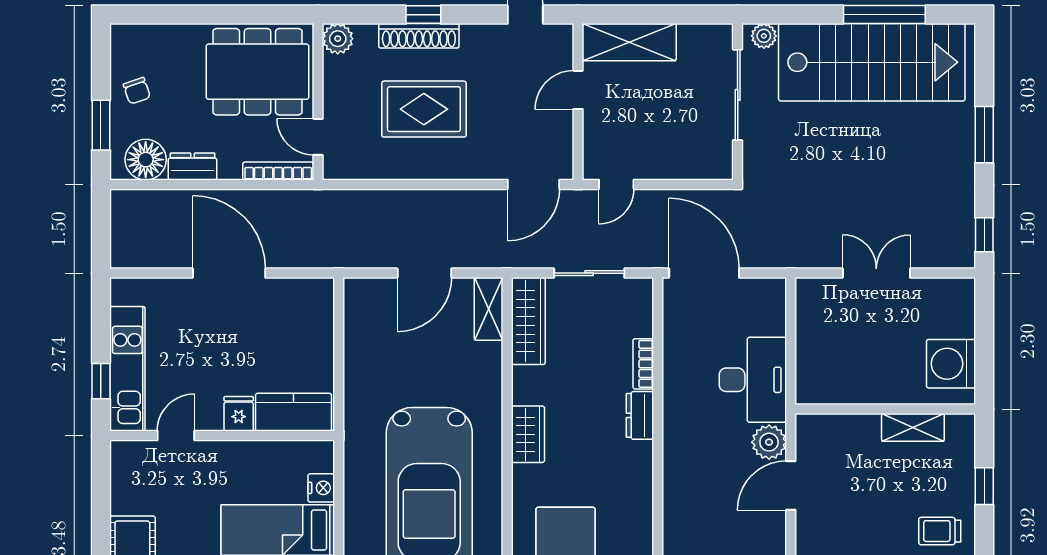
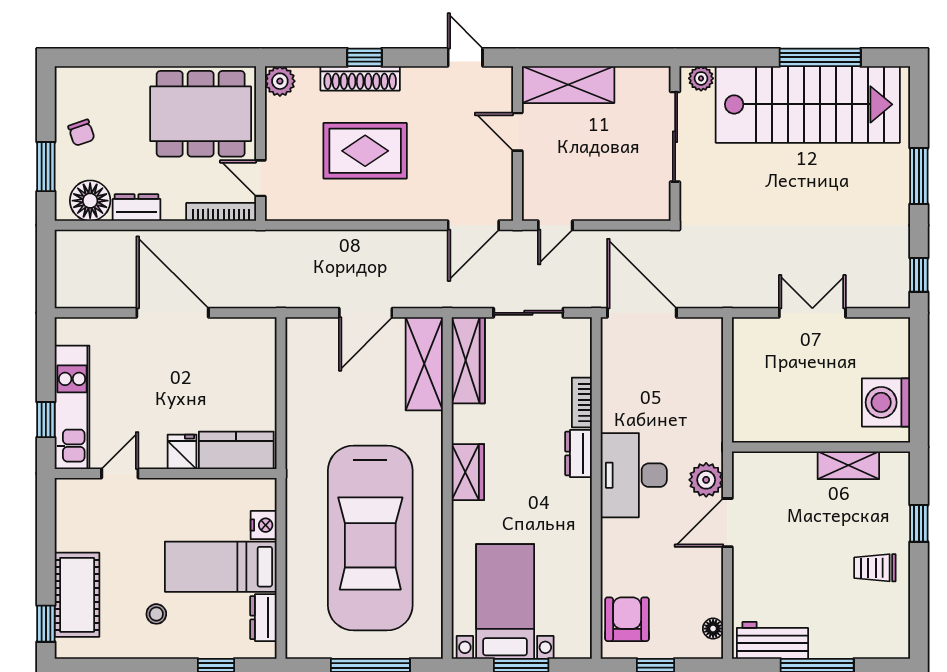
door: (578, 90) -> (517, 132), hinge flipped
shelving: (489, 309) -> (424, 364), width x1.50, depth x1.33
desk: (753, 380) -> (634, 475), moved, turned 180

